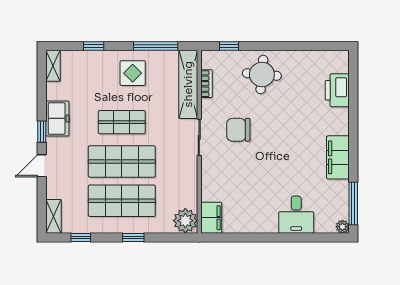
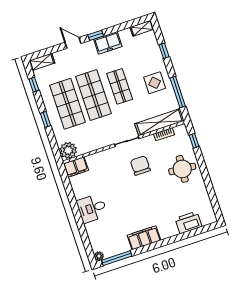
desk: (296, 215) -> (92, 208), moved

